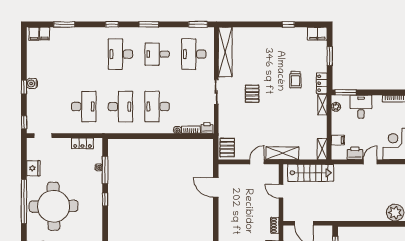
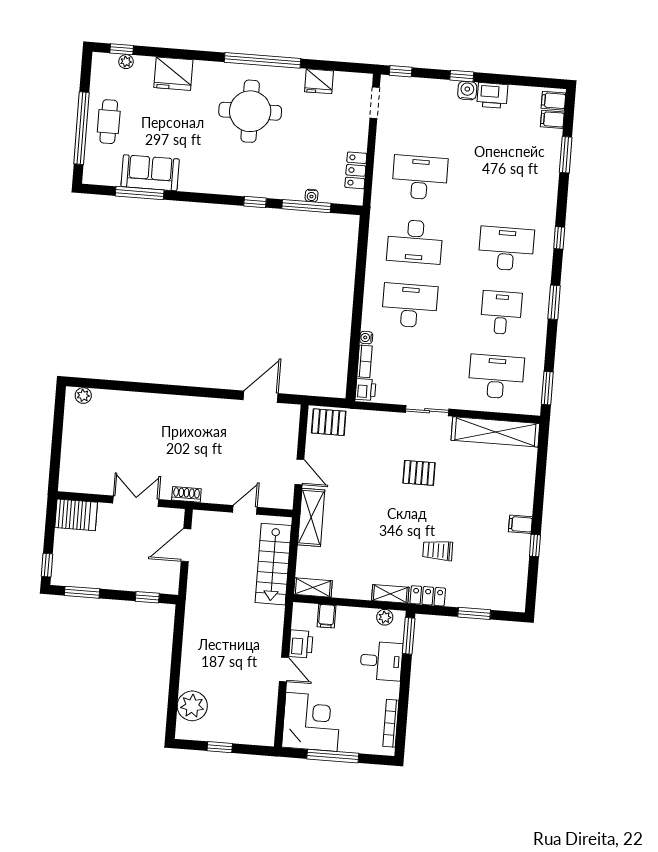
filing cabinet: (317, 34) -> (520, 524), moved, width x0.50
printer: (34, 69) -> (492, 95), added
desk: (84, 107) -> (420, 178), turned 180
round table: (54, 206) -> (250, 111), width x0.73, depth x0.73

